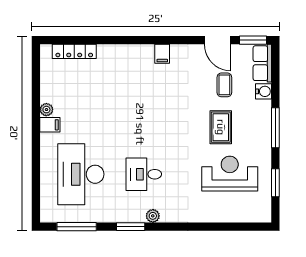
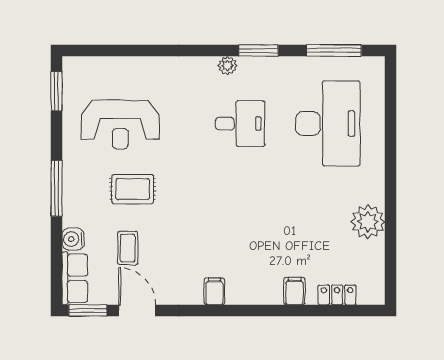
locker: (74, 51) -> (337, 295), width x0.66
plant: (46, 110) -> (368, 222), width x1.88, depth x1.88
filing cabinet: (50, 125) -> (294, 291), moved, turned 90
rug: (221, 127) -> (133, 189), turned 90
window: (275, 183) -> (56, 91), moved

